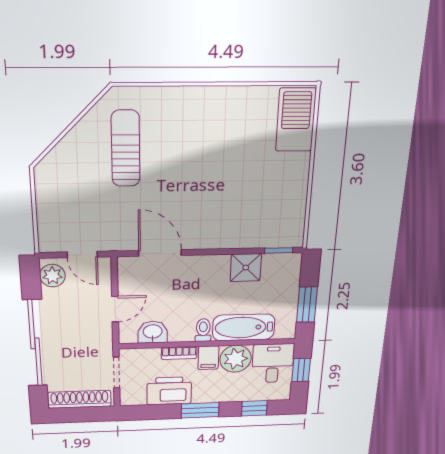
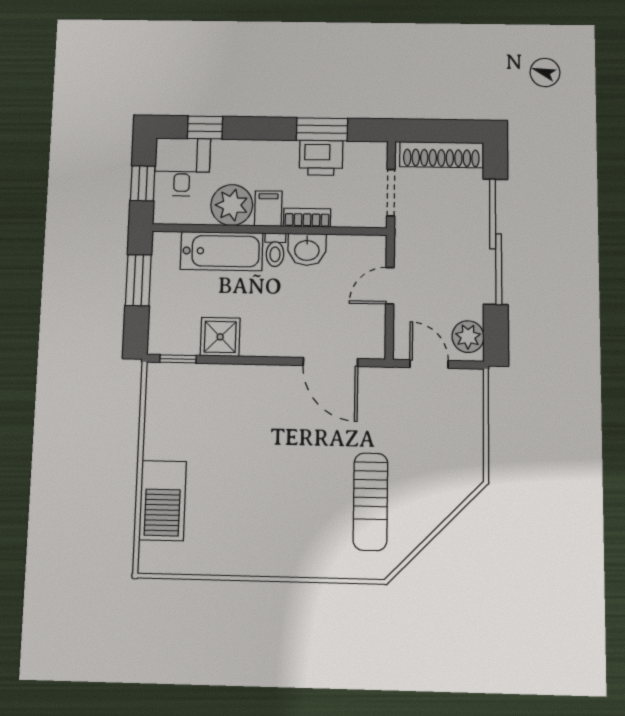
barbecue: (296, 120) -> (163, 501), moved
washbasin: (153, 332) -> (307, 249), moved
desk: (273, 363) -> (182, 167), moved, turned 180
printer: (169, 391) -> (321, 158), width x0.73, depth x0.84
window: (200, 410) -> (322, 129), moved

